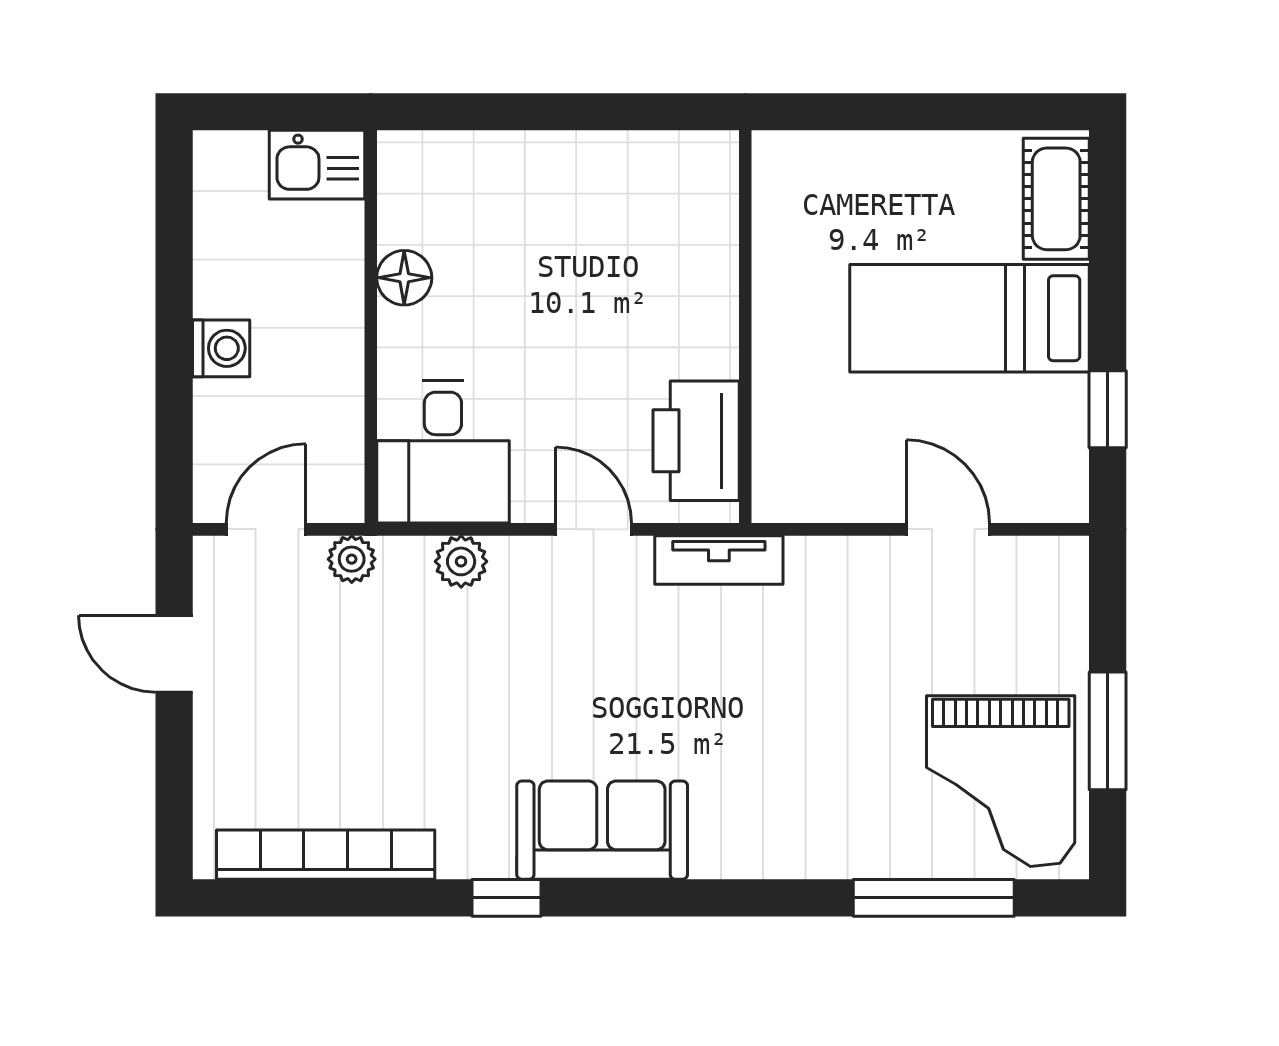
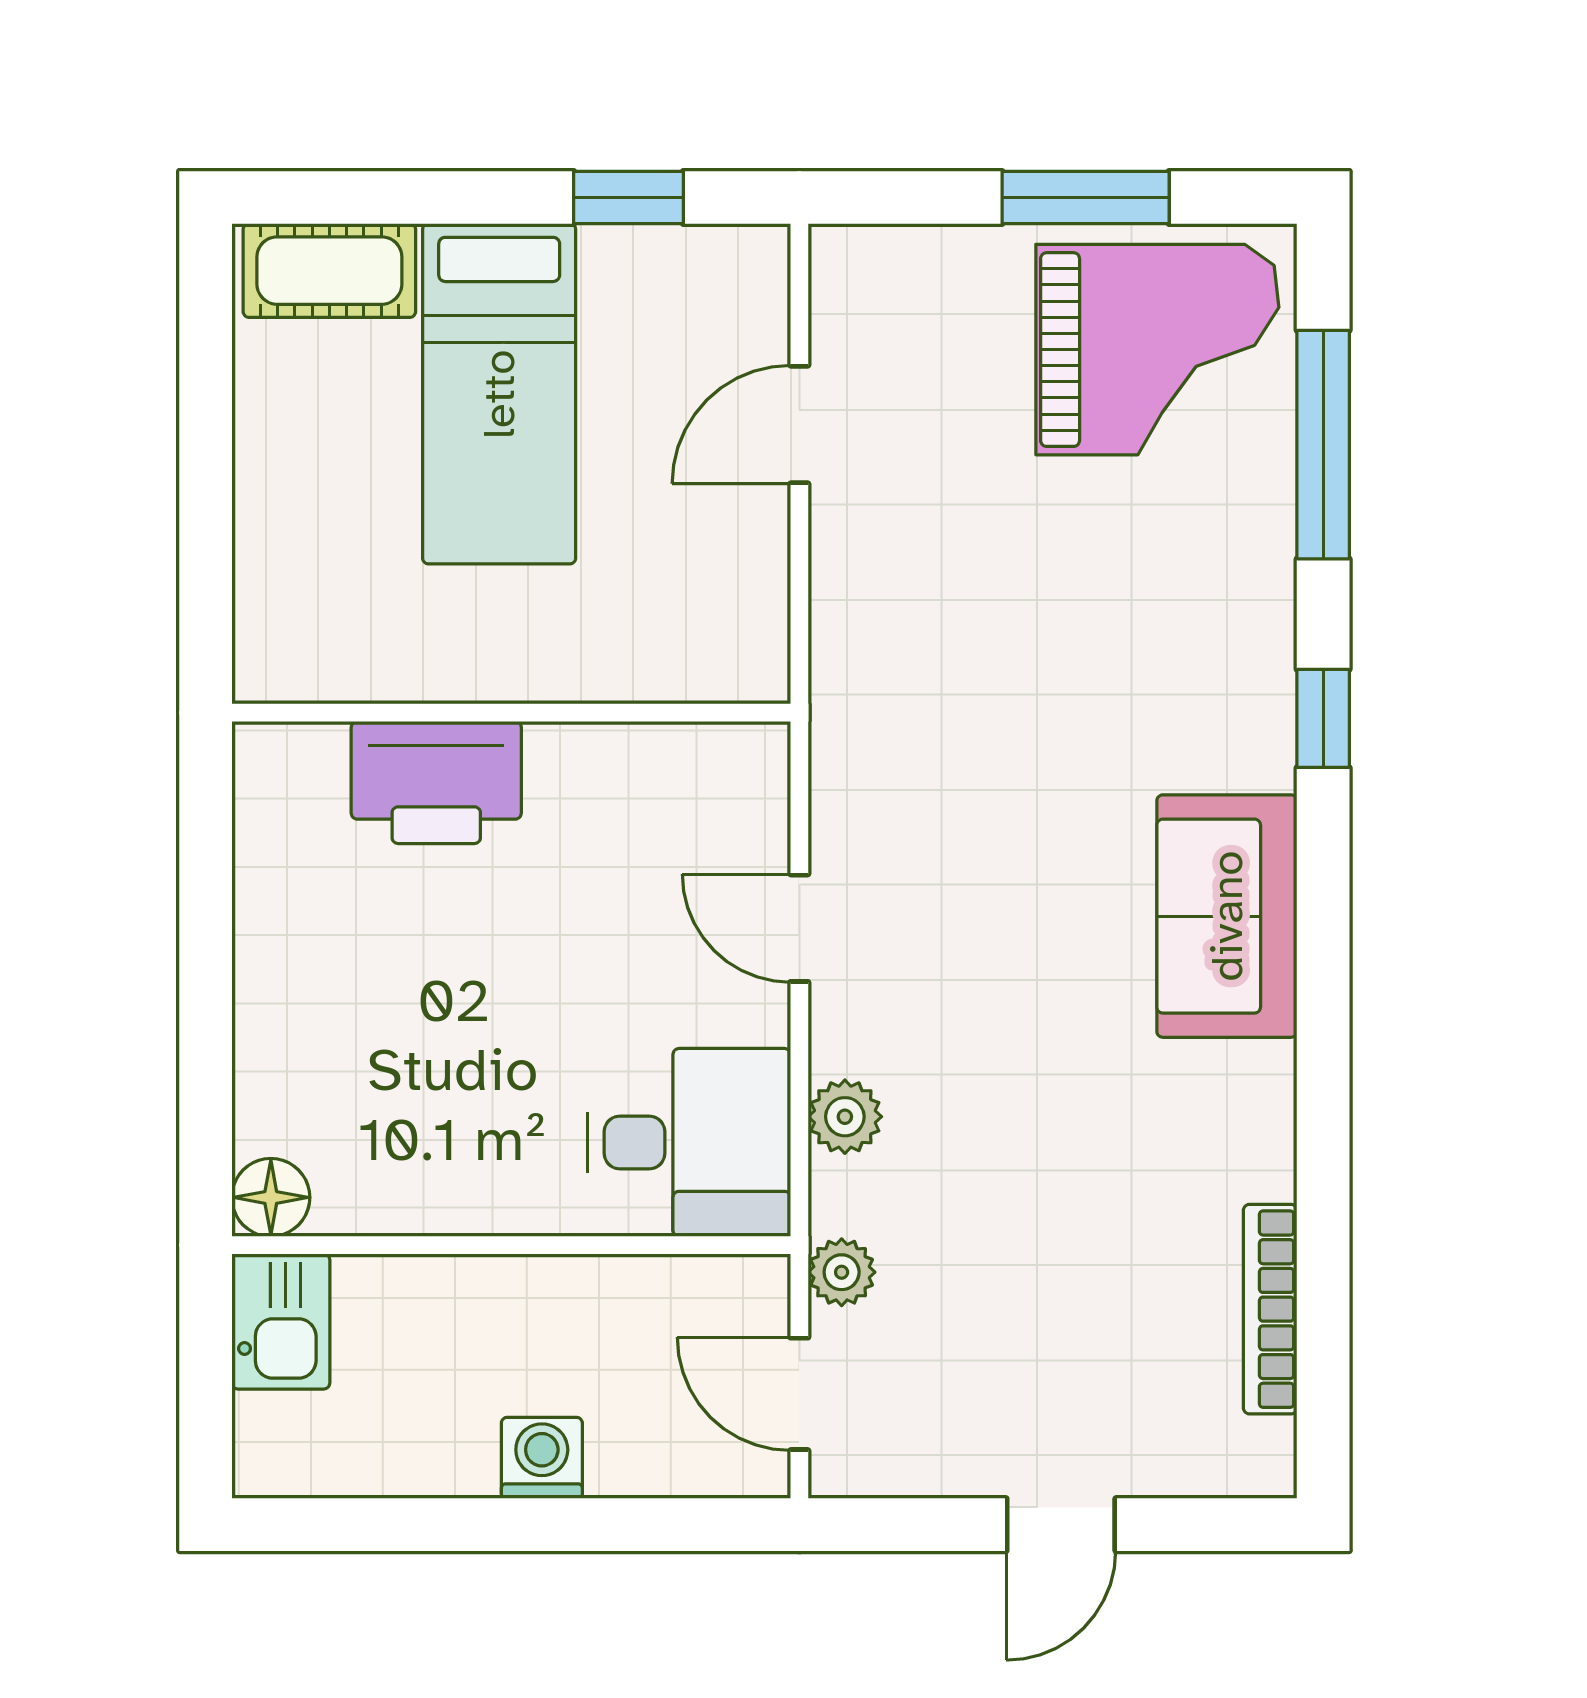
floor lamp: (404, 278) -> (271, 1197), moved
printer: (696, 441) -> (436, 782), moved
door: (594, 529) -> (799, 928), hinge flipped
tv unit: (719, 560) -> (843, 750), removed
door: (174, 654) -> (1061, 1525), moved
bookcase: (326, 855) -> (1270, 1309), width x0.68, depth x0.76
window: (506, 898) -> (1323, 718), moved

